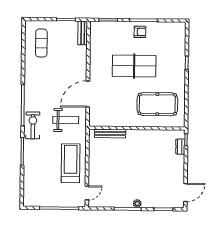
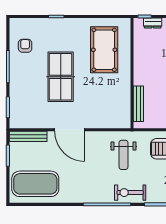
armchair: (140, 32) -> (25, 46), moved
bench: (83, 33) -> (28, 136), width x1.36
exercise mat: (41, 43) -> (35, 184), width x2.00, depth x1.45
door: (88, 94) -> (70, 130), moved
weight bench: (66, 120) -> (124, 155), turned 180

